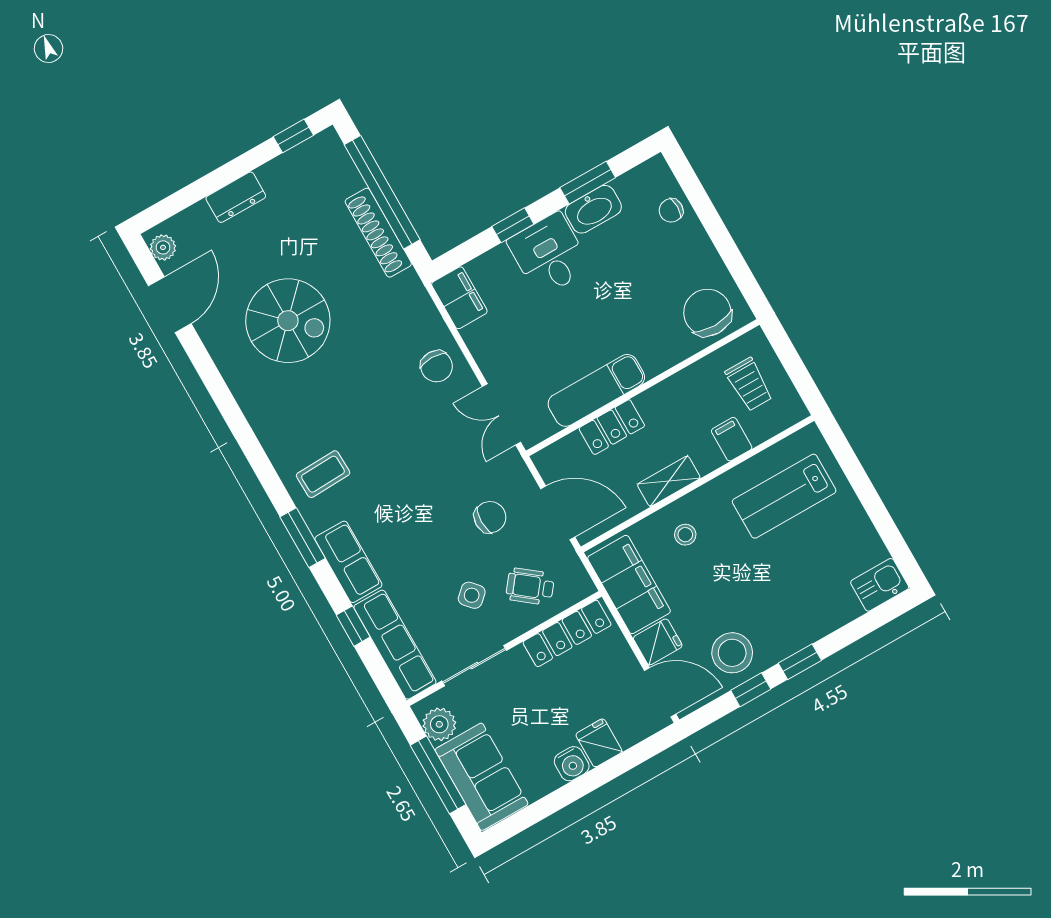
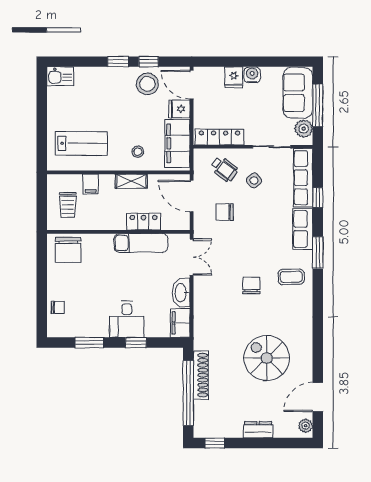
washbasin: (593, 209) -> (181, 293), moved, turned -90
chair: (437, 366) -> (251, 285), moved
trolley: (749, 384) -> (68, 205), turned 180

